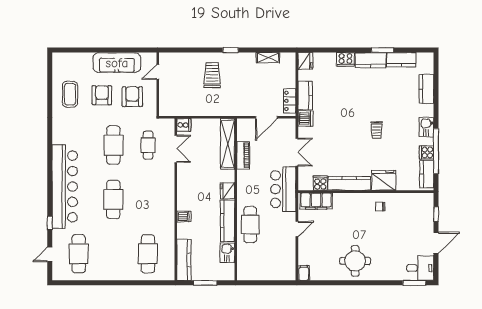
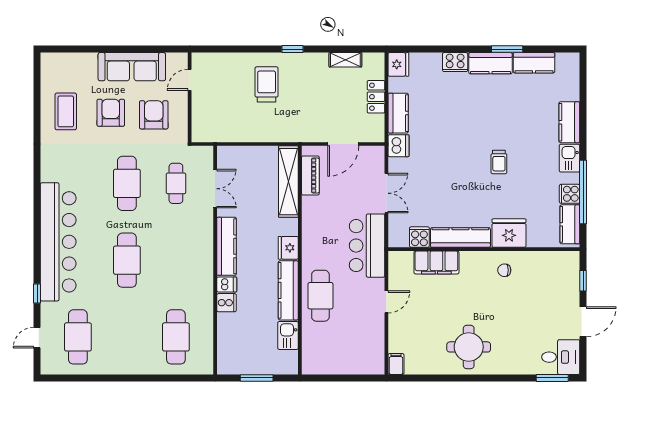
kitchen counter: (426, 89) -> (569, 122), moved
locker: (290, 101) -> (376, 97), moved
cooker: (184, 125) -> (226, 303), moved
piano: (243, 155) -> (310, 175), moved
filing cabinet: (316, 201) -> (436, 262), moved
kitchen counter: (184, 260) -> (227, 246), moved

